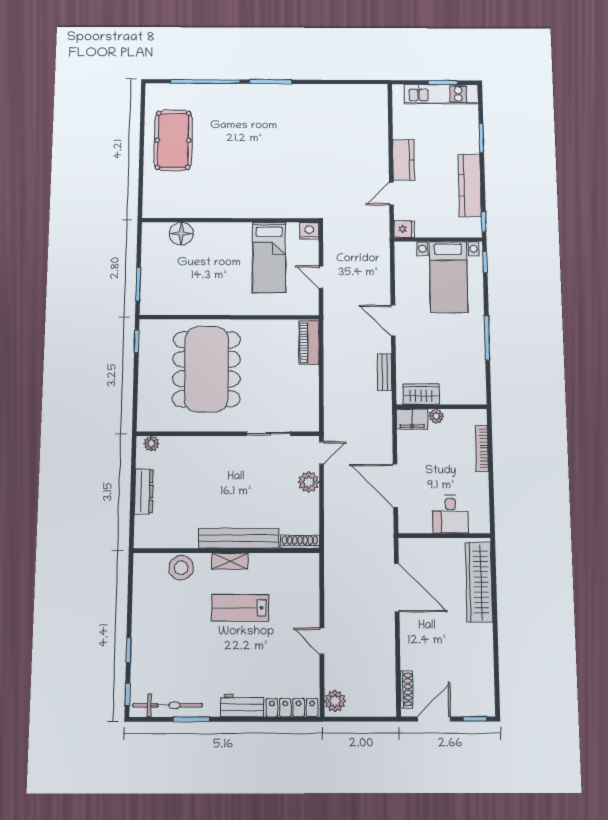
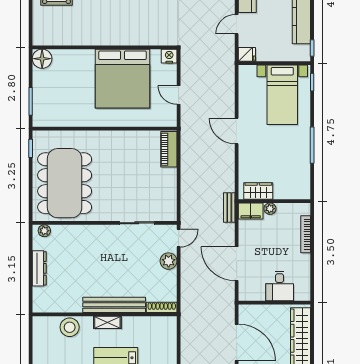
floor lamp: (181, 234) -> (42, 59), moved
bed: (269, 257) -> (122, 79), width x2.04
dining table: (206, 369) -> (65, 183), moved
bench: (385, 372) -> (229, 208), moved

